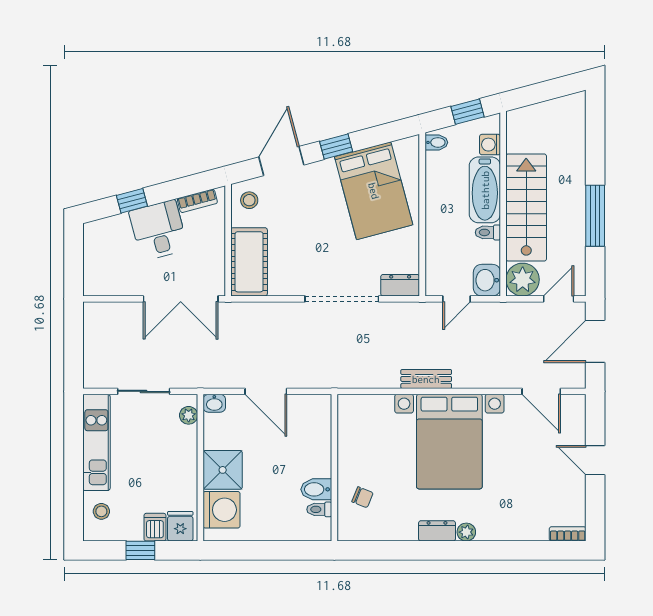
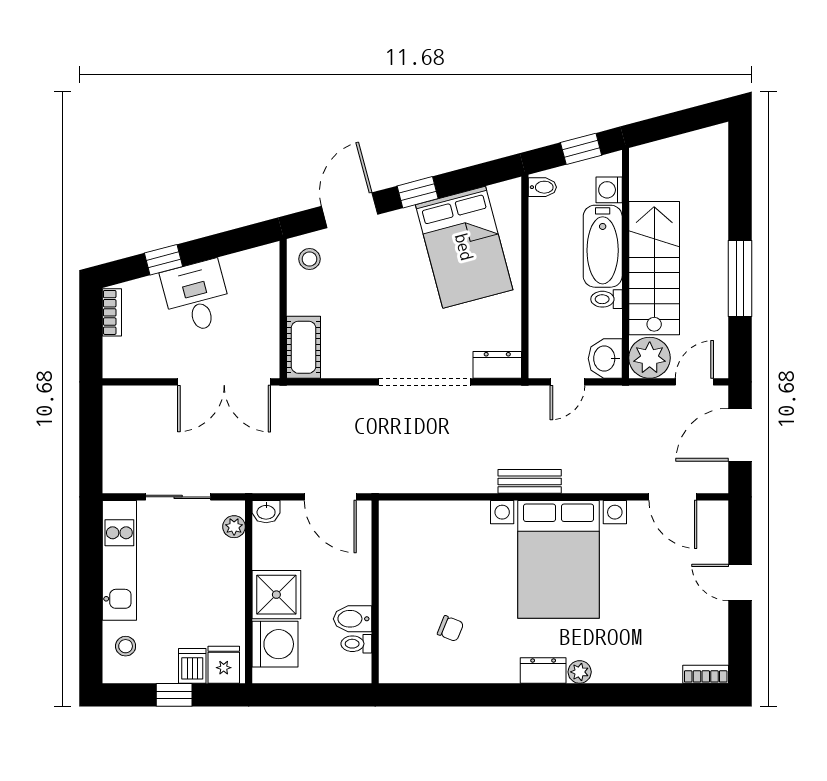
bookcase: (197, 201) -> (112, 312), moved, turned -75
cot: (249, 262) -> (304, 347), width x0.73, depth x0.75
wall: (334, 468) -> (375, 592), moved
bidet: (316, 489) -> (353, 619), moved
toilet: (319, 509) -> (356, 644), moved

